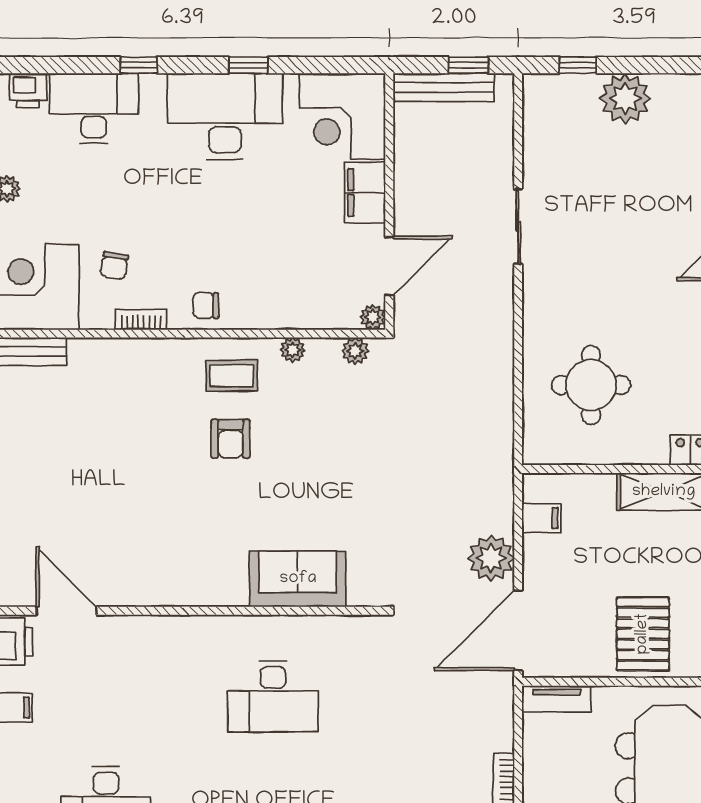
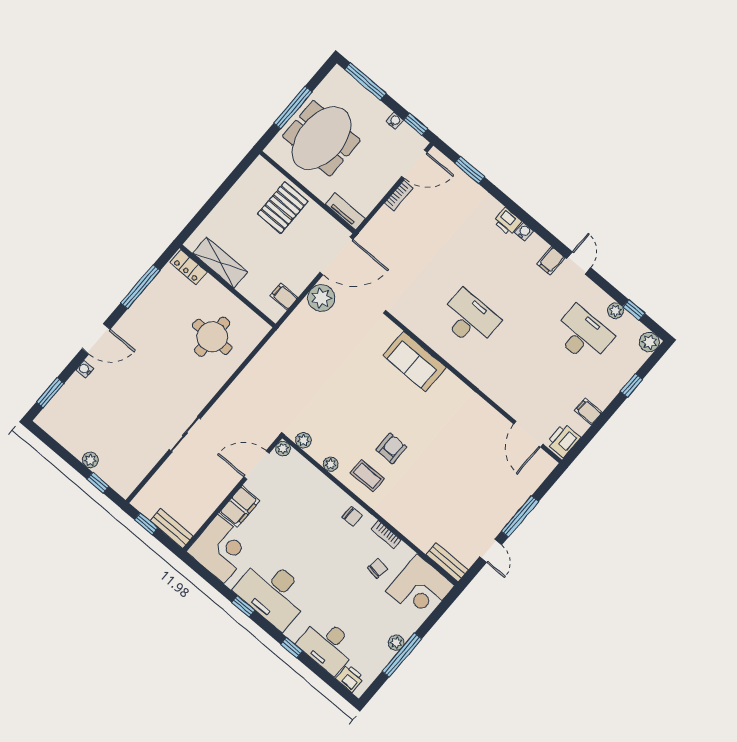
bench: (444, 87) -> (171, 528), width x0.73
plant: (625, 98) -> (90, 460), width x0.53, depth x0.53

